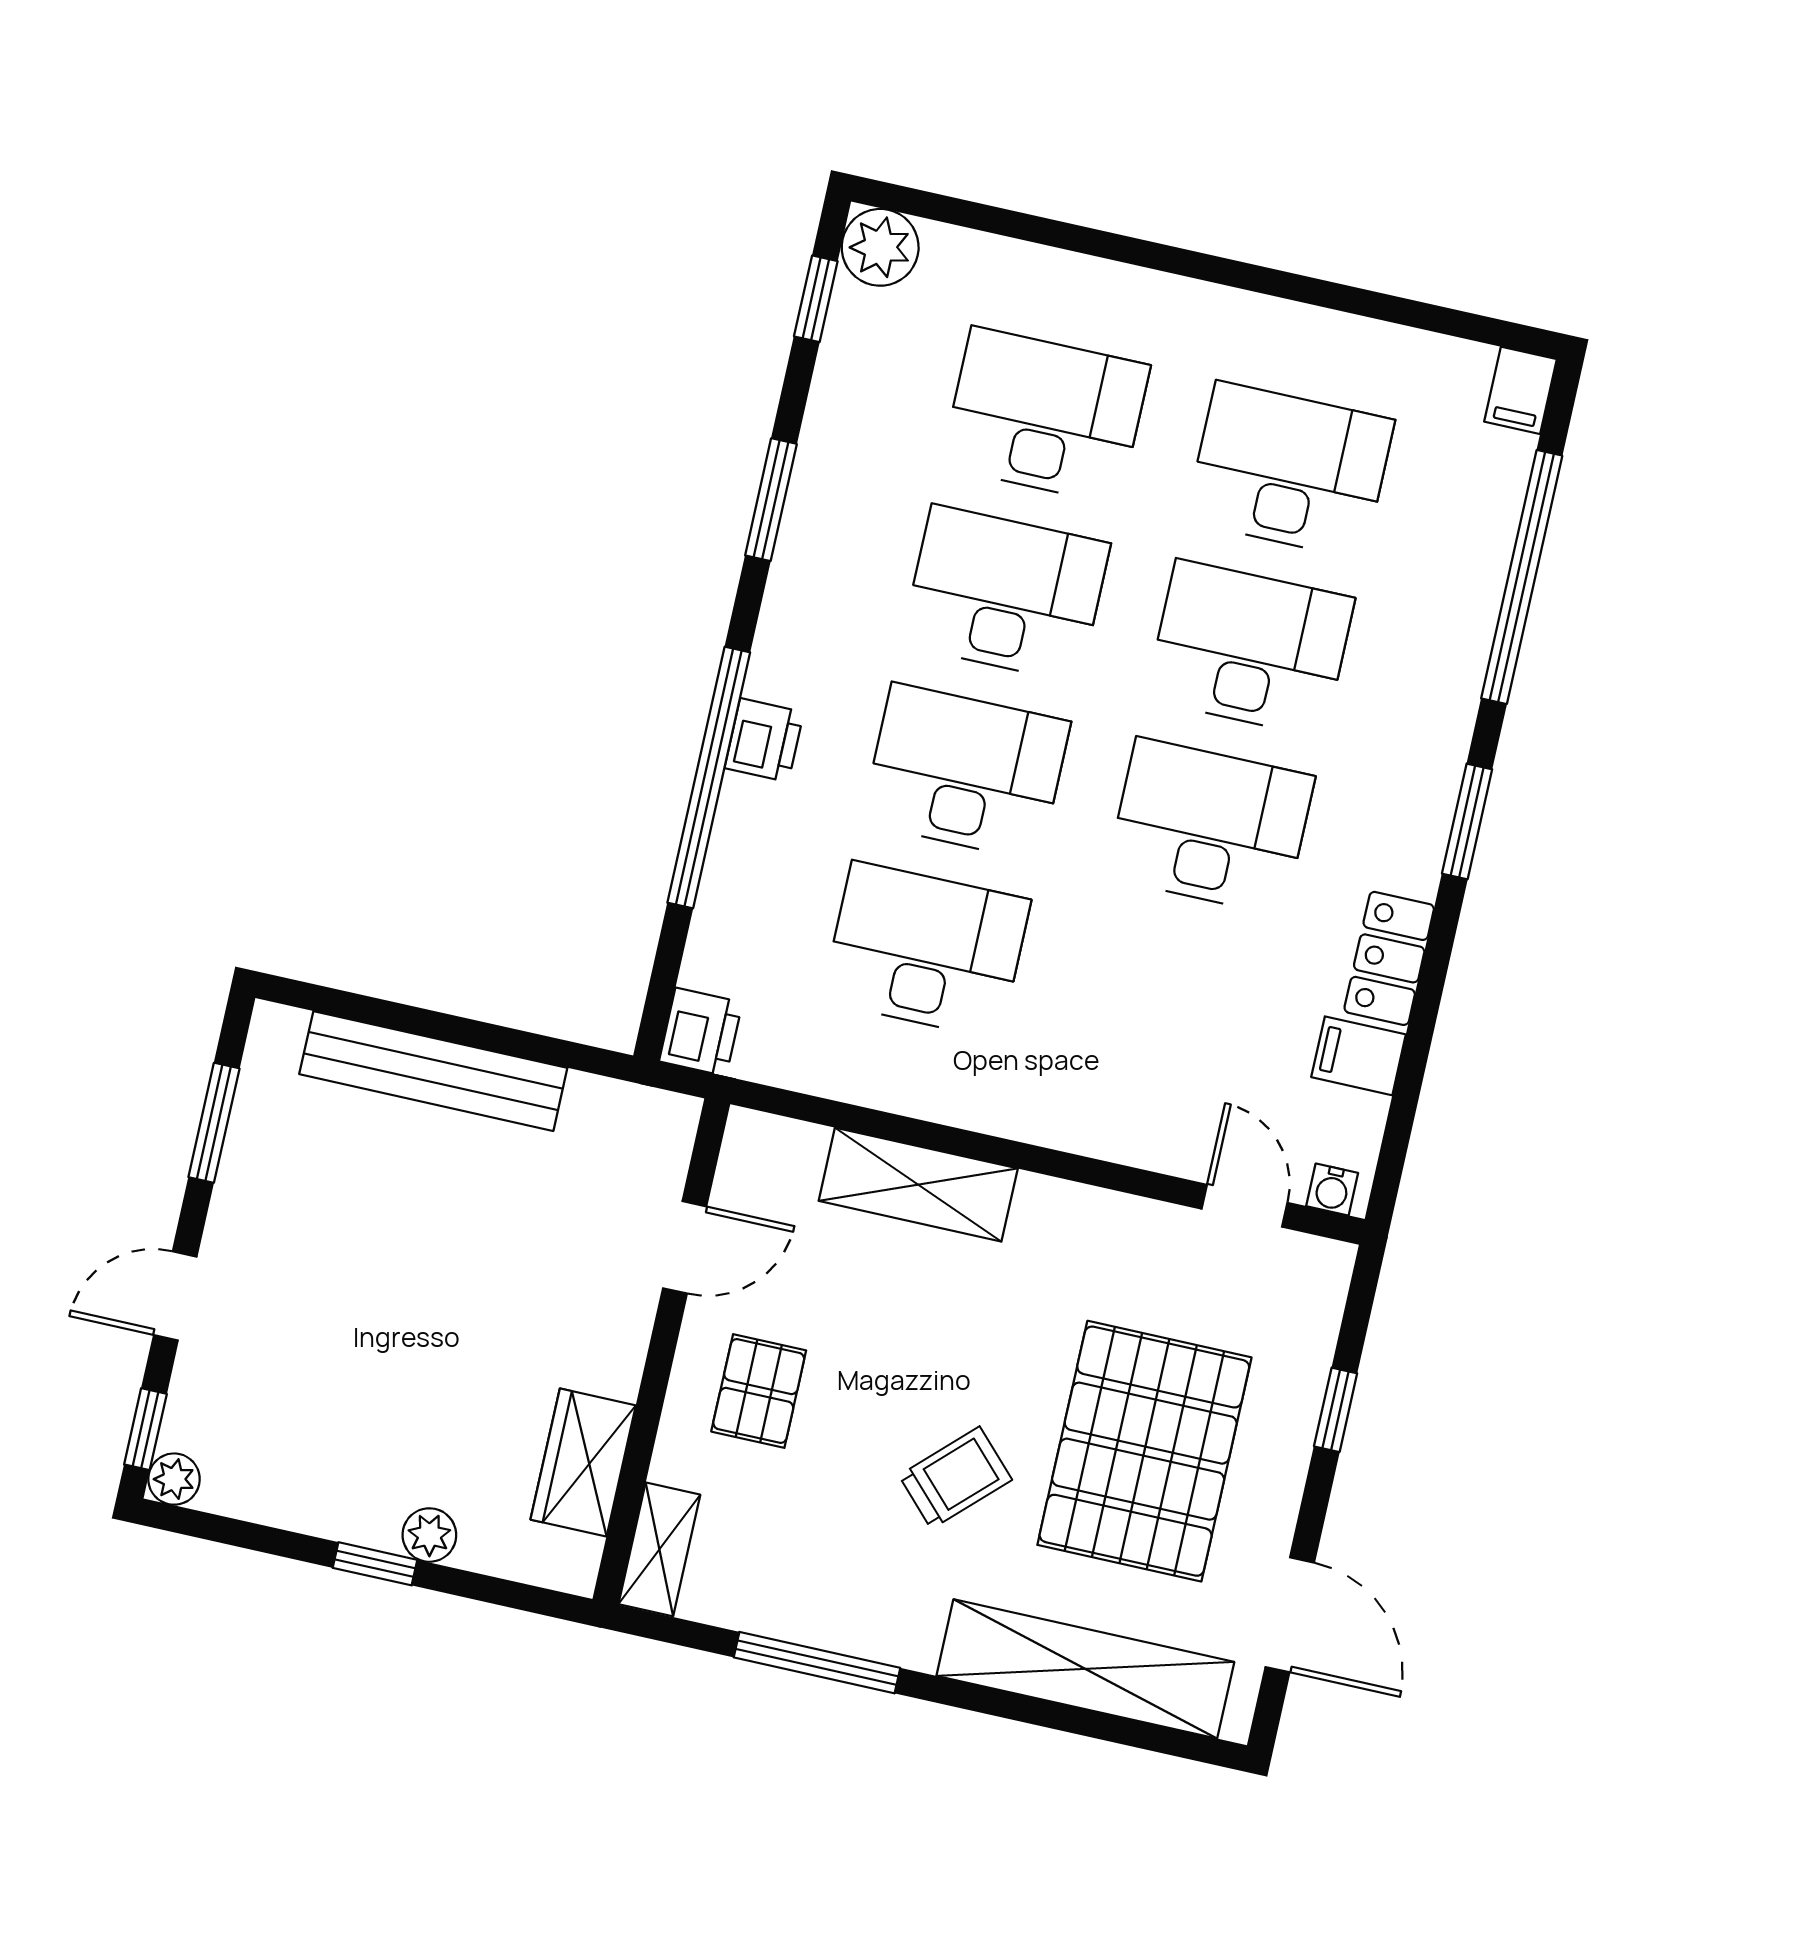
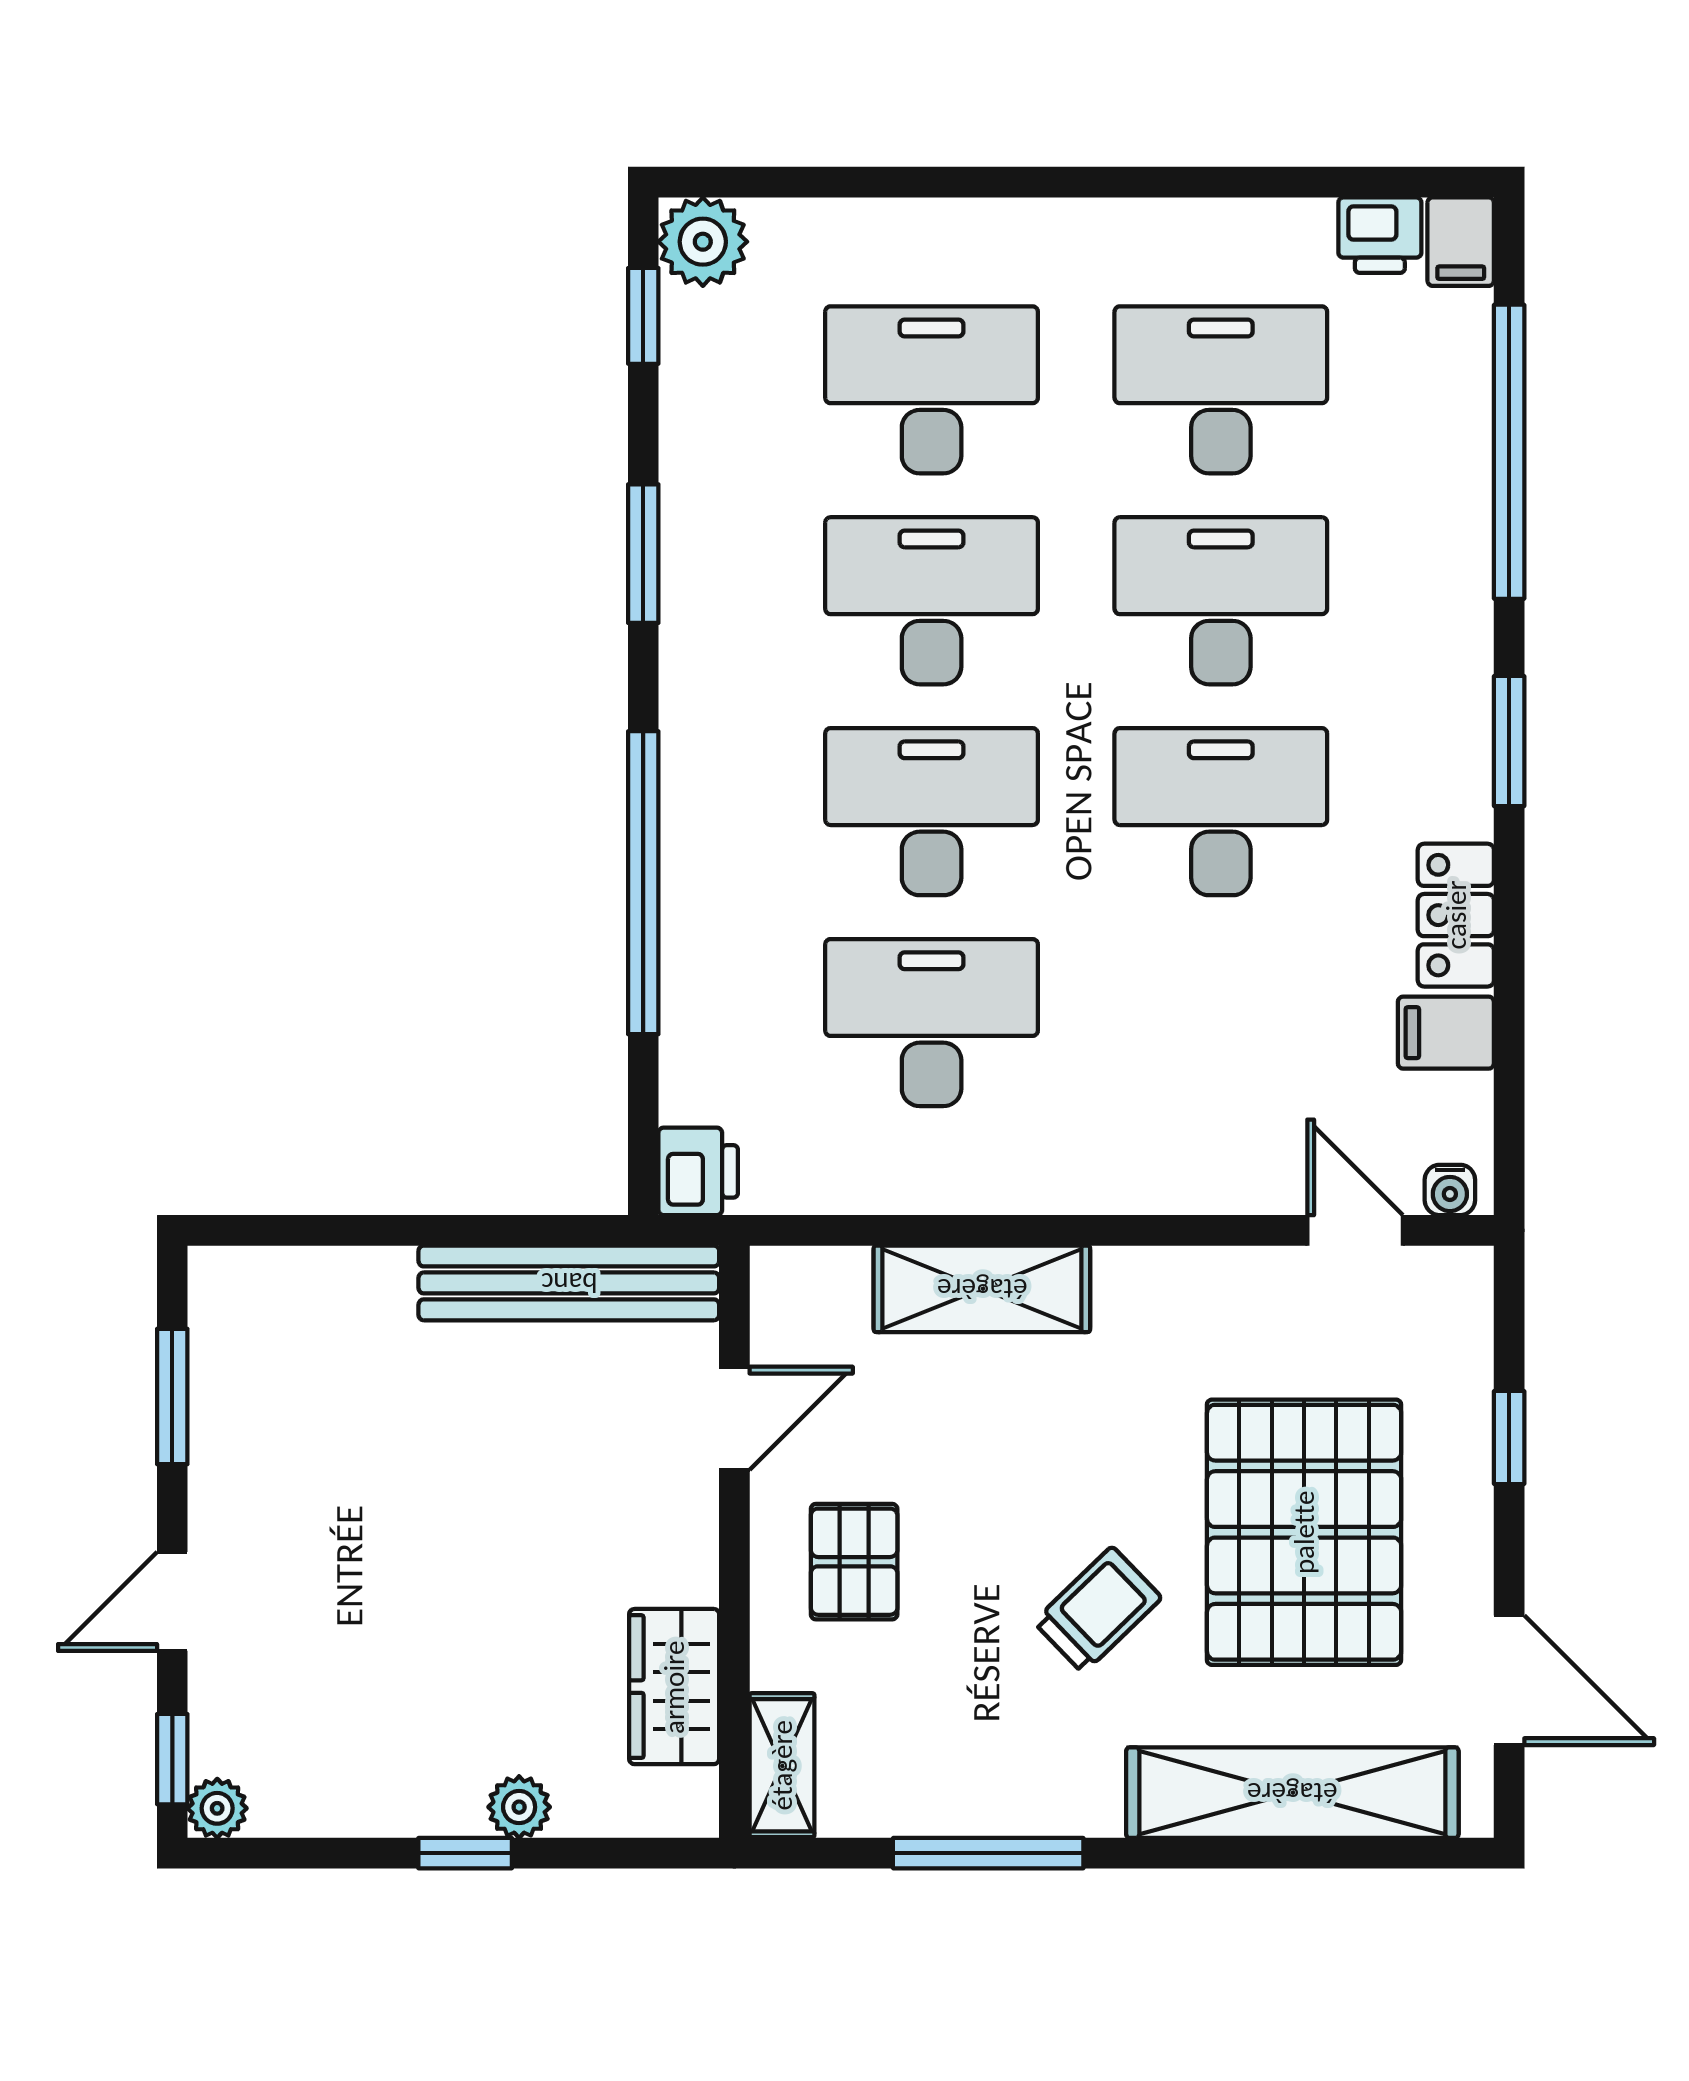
printer: (764, 740) -> (1380, 235), moved, turned 90
bench: (433, 1071) -> (569, 1283), moved

